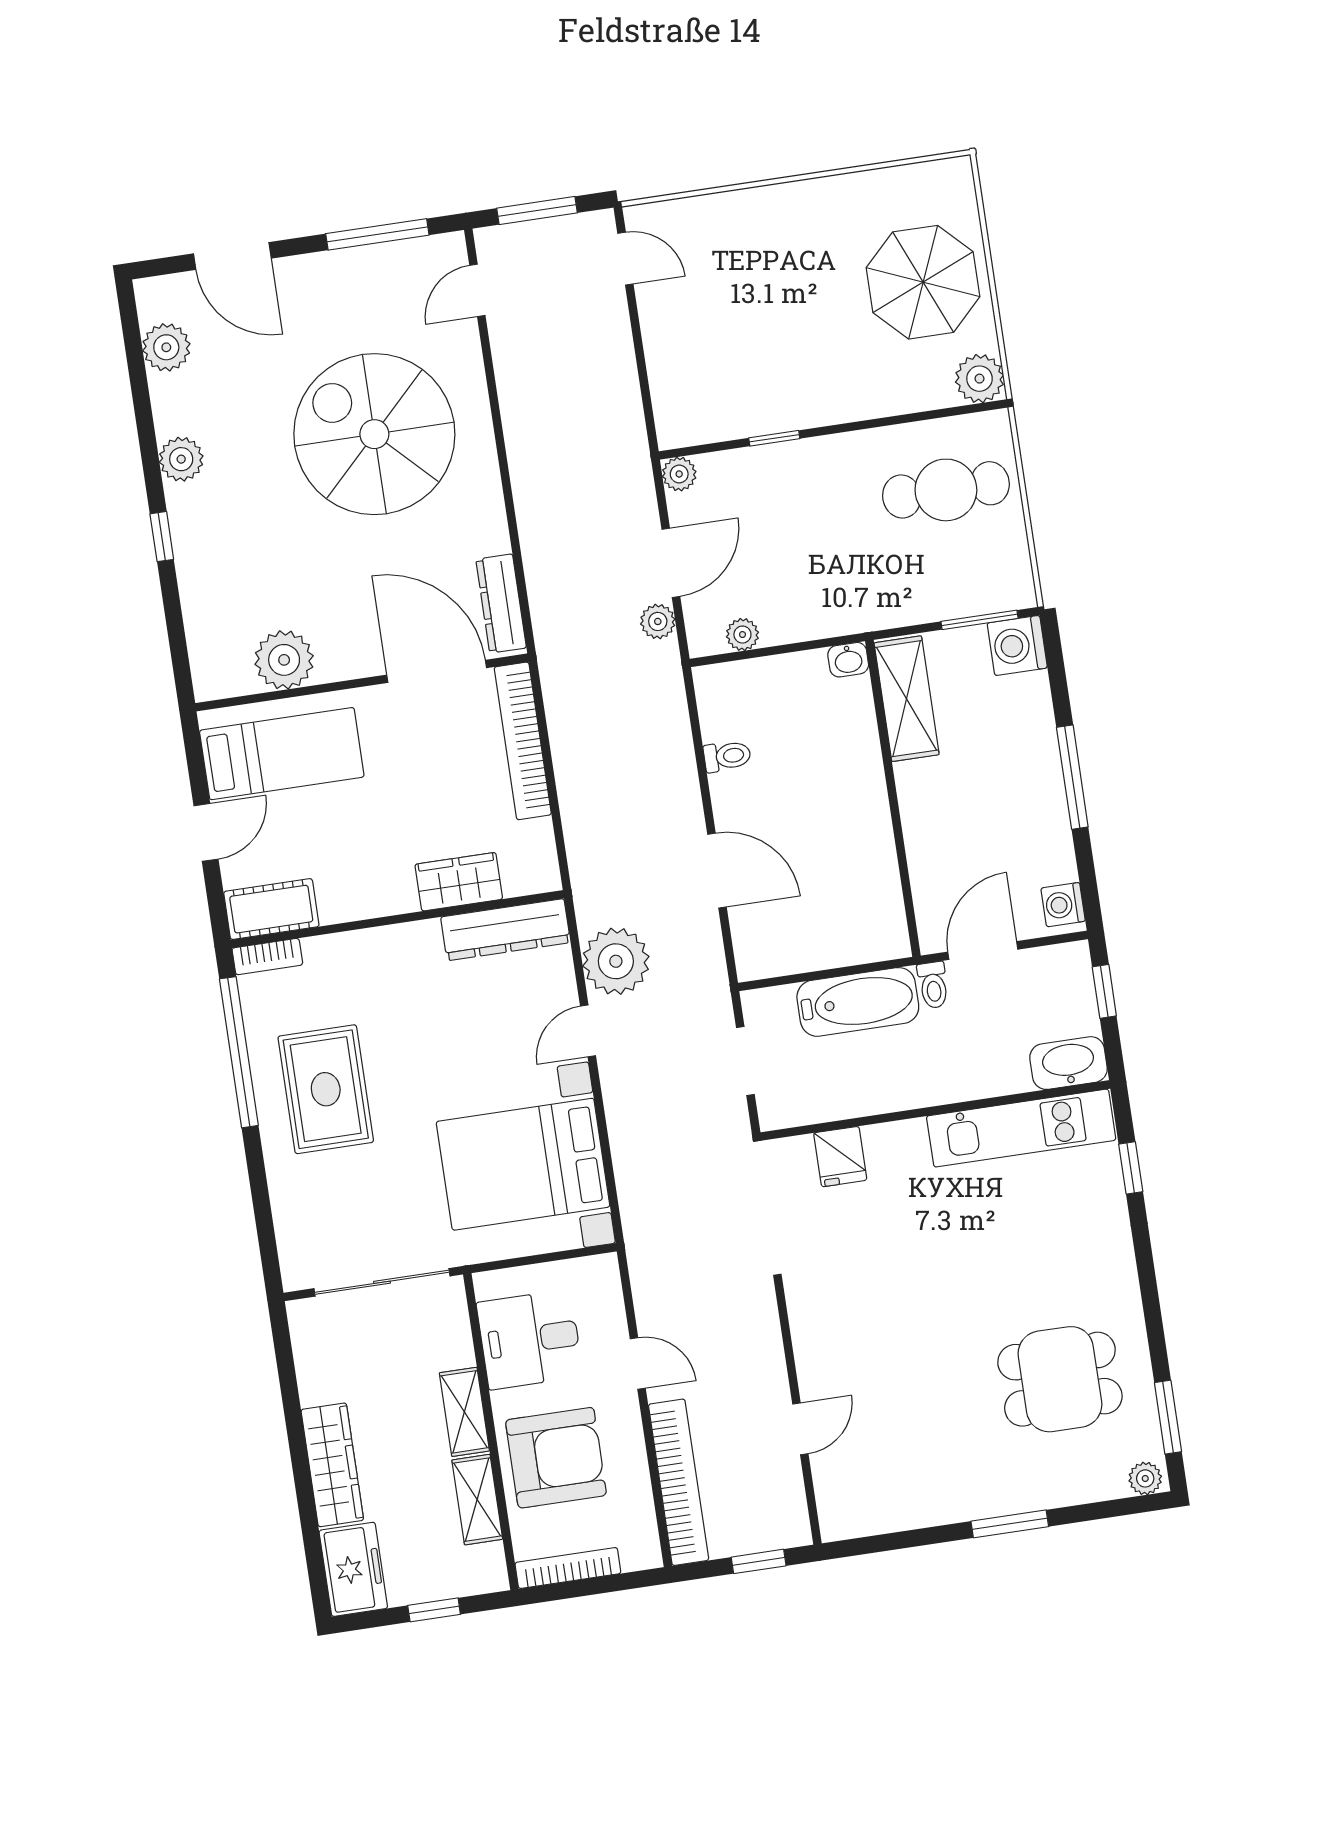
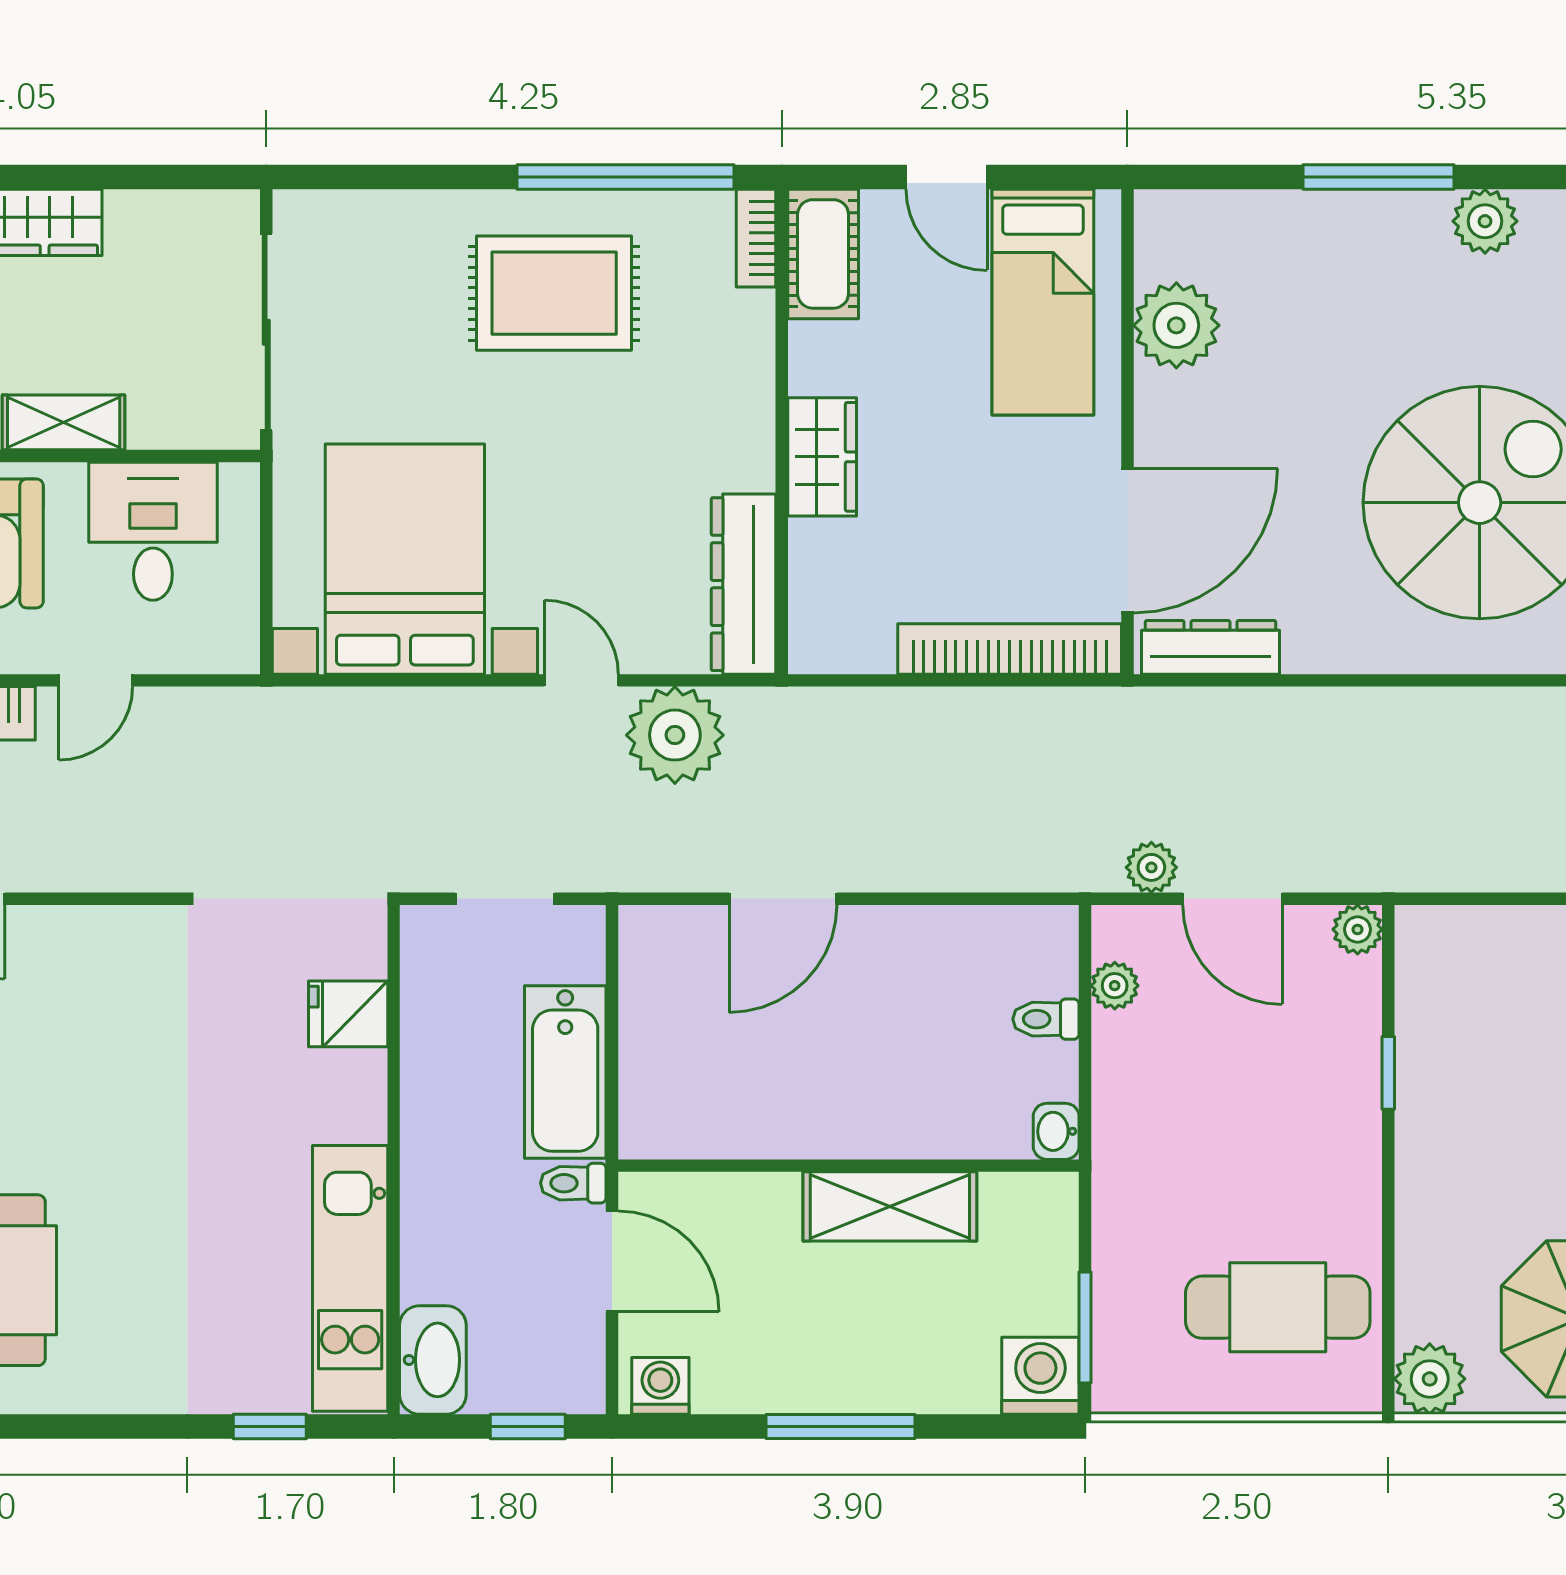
cafe table: (946, 490) -> (1278, 1307), turned 90
window: (162, 537) -> (1379, 177), width x2.17
shelving: (907, 699) -> (890, 1206), moved
toilet: (727, 756) -> (1046, 1019), moved, turned 90
wardrobe: (459, 882) -> (822, 457), moved

